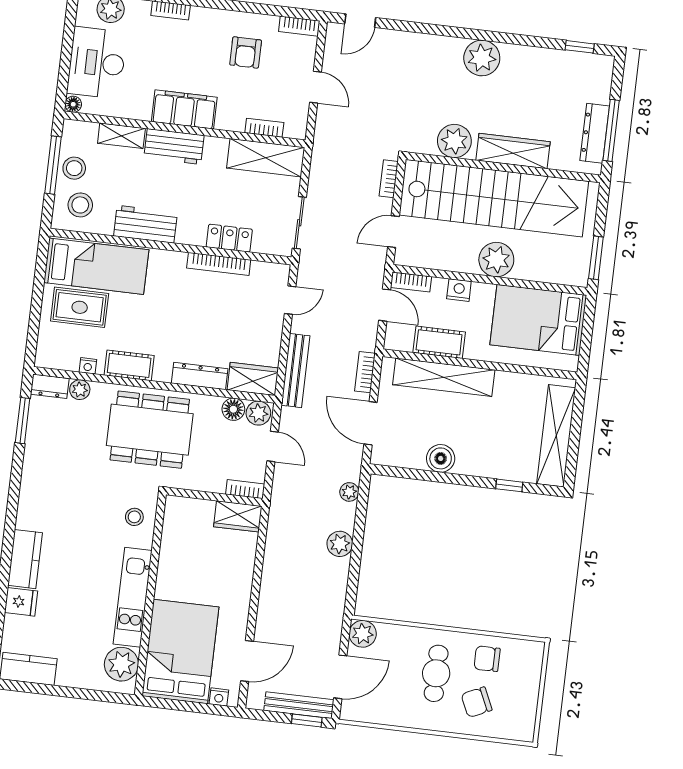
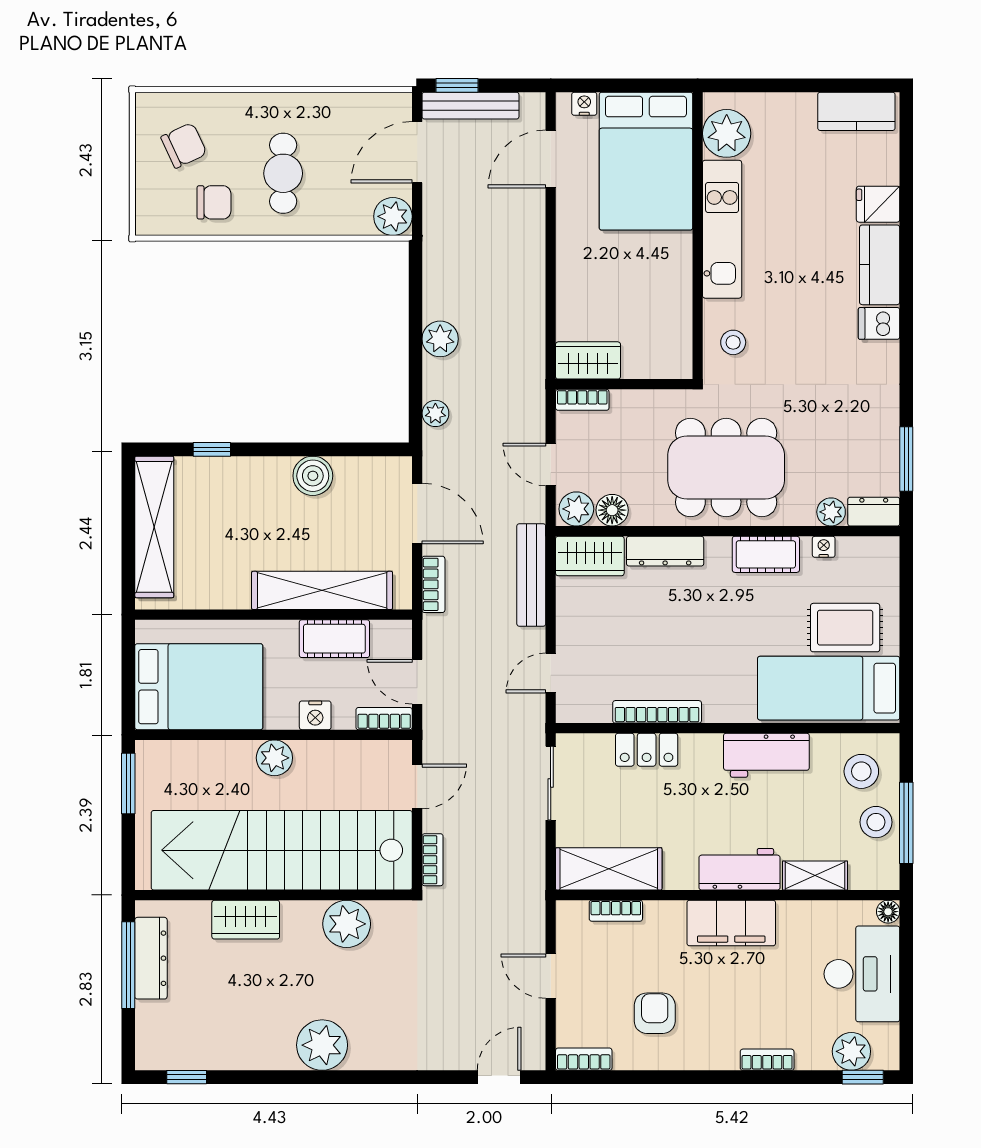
wardrobe: (513, 151) -> (246, 920), width x0.67
plant: (496, 260) -> (274, 758), width x0.73, depth x0.73
dishwasher: (30, 518) -> (879, 323), added
chair: (477, 702) -> (184, 145), moved

